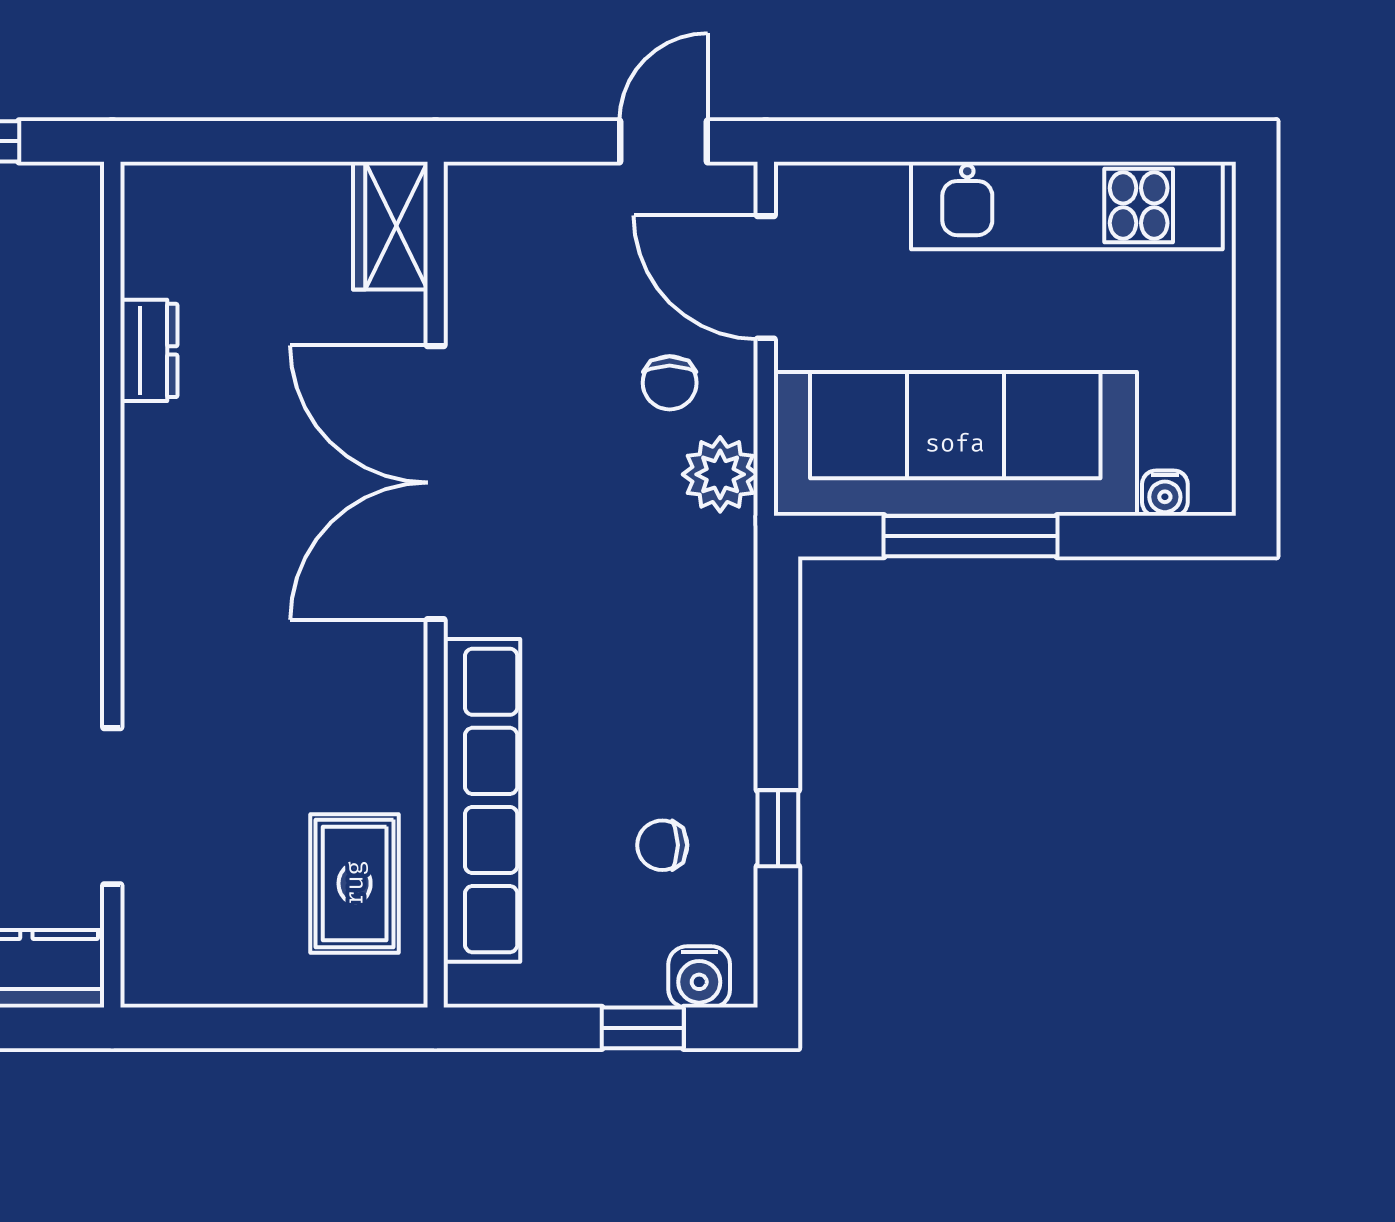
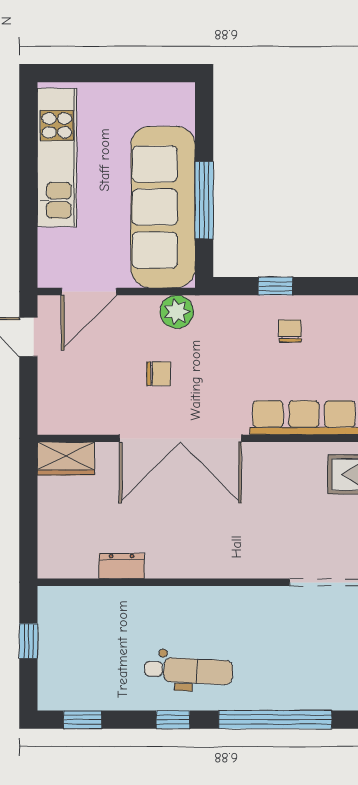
chair: (670, 383) -> (159, 374), moved
water cooler: (1165, 493) -> (185, 114), removed
window: (778, 828) -> (275, 286), moved
chair: (662, 845) -> (290, 331), moved, turned 180

